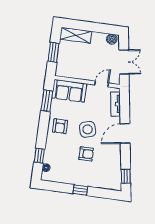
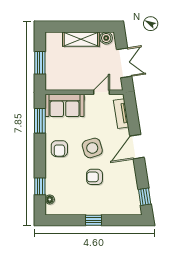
shelving: (76, 35) -> (81, 39), moved
armchair: (86, 154) -> (94, 177), turned 180

